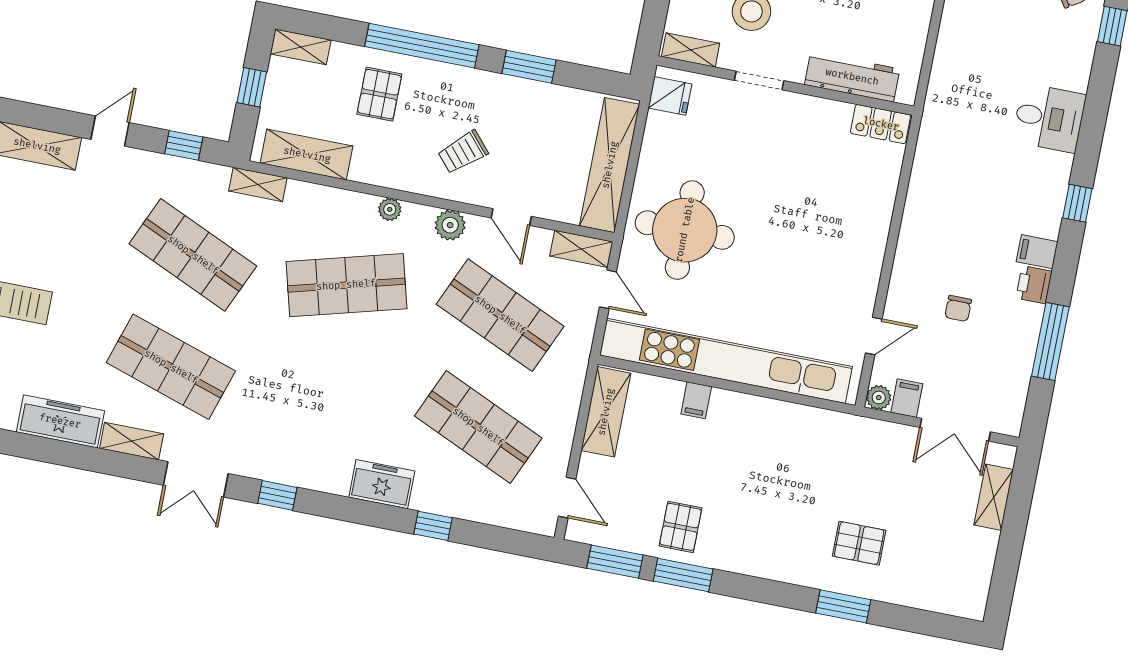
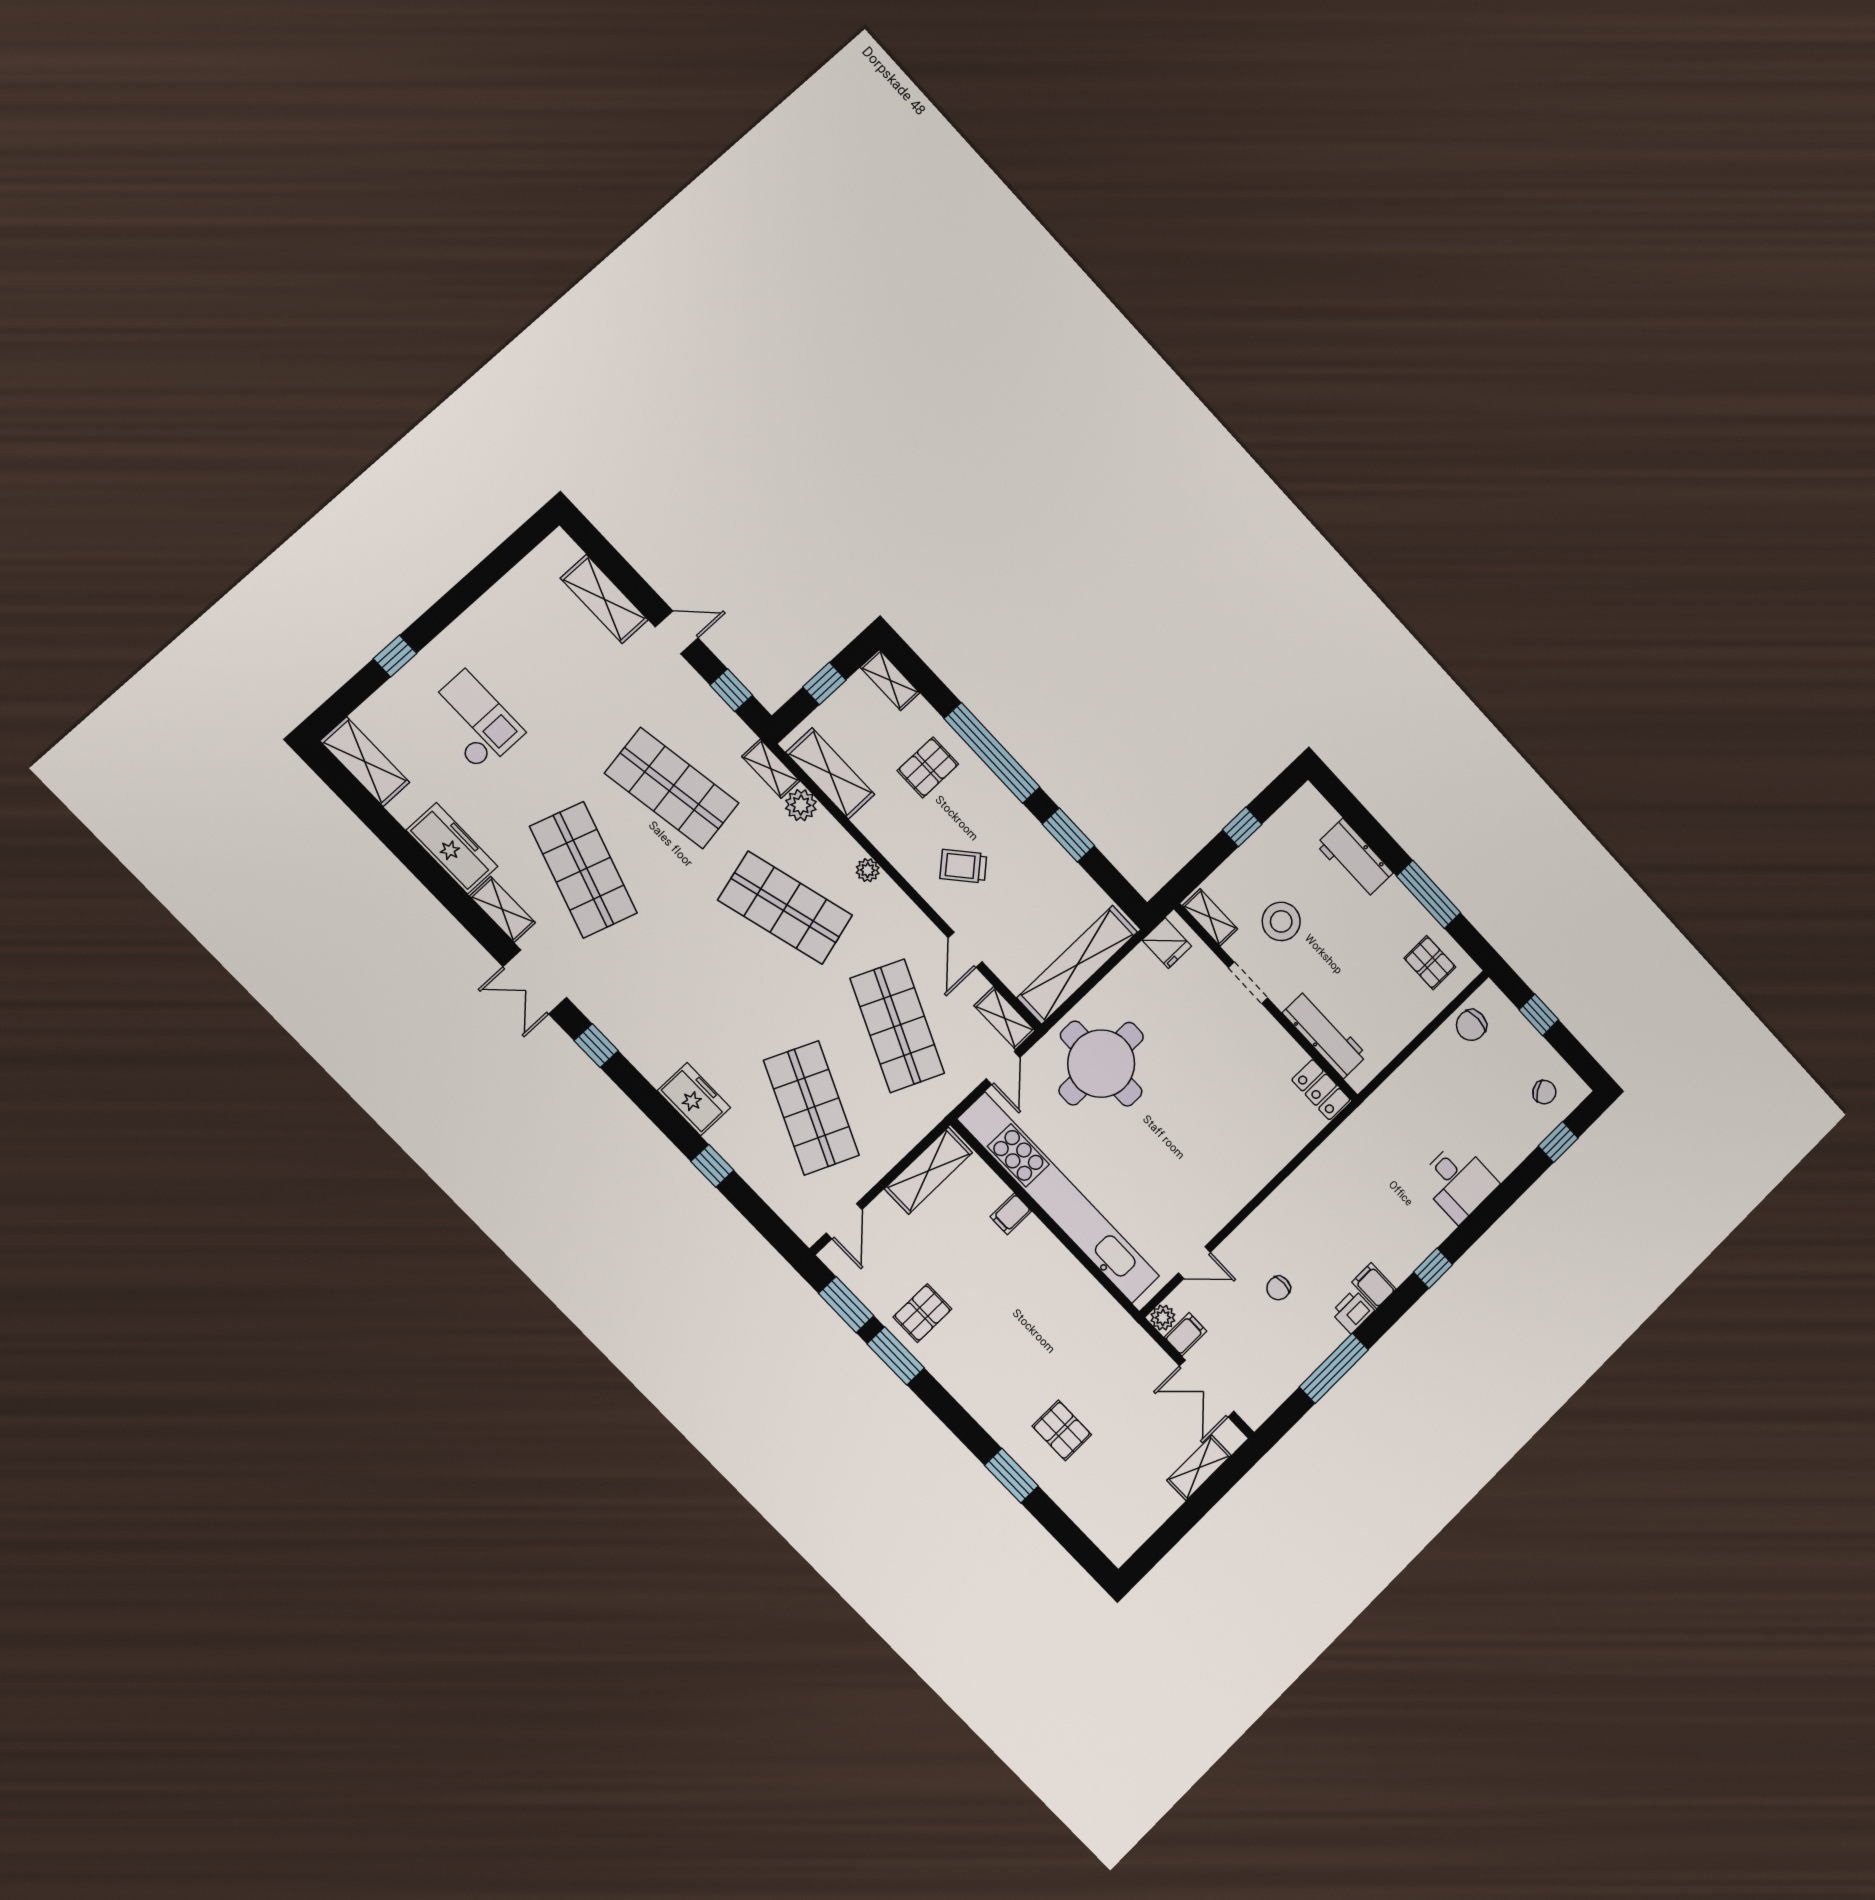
plant: (450, 225) -> (801, 805), moved
shop shelf: (193, 255) -> (672, 788), turned -33

